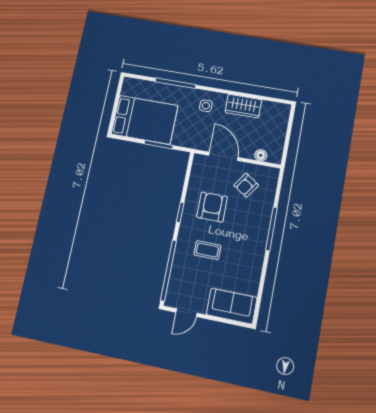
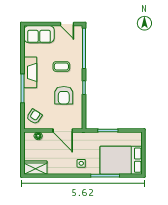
wardrobe: (243, 106) -> (35, 168), moved
bed: (144, 120) -> (121, 160), moved
armchair: (246, 185) -> (34, 117), moved
fireplace: (256, 251) -> (30, 72), added
door: (186, 313) -> (67, 24), swing flipped

